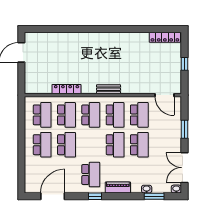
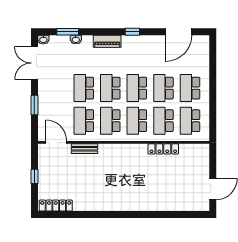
bench: (108, 89) -> (85, 149), moved
double door: (184, 168) -> (34, 63), swing flipped
school desk: (91, 175) -> (137, 88), moved

